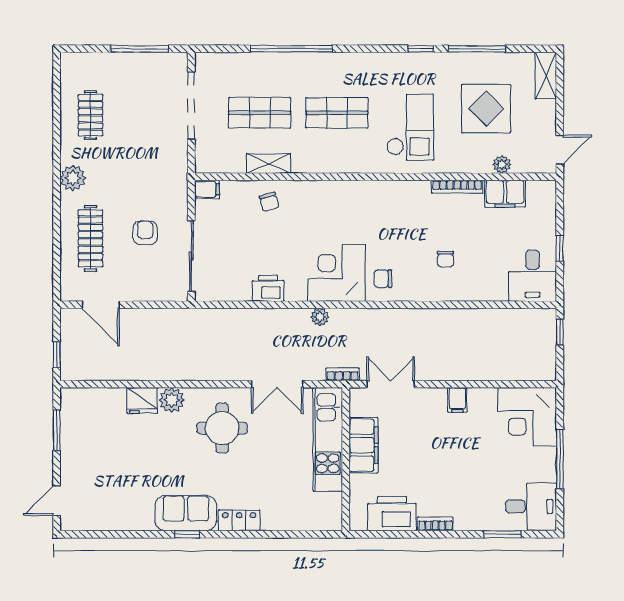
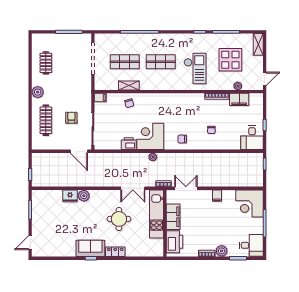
corner desk: (336, 273) -> (150, 136), moved
door: (101, 305) -> (79, 151), moved
round table: (222, 428) -> (119, 219), moved
printer: (392, 514) -> (174, 242), moved, turned 90
plant: (467, 518) -> (222, 251), added

